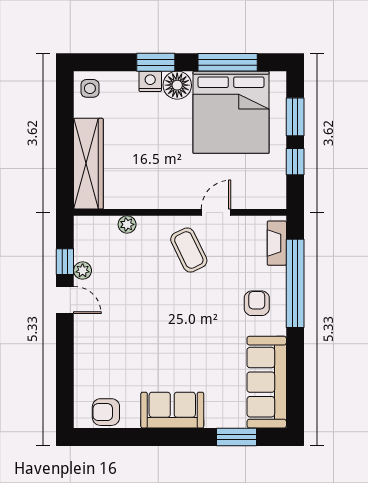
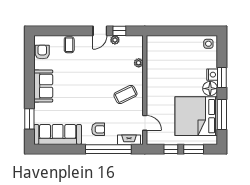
wardrobe: (88, 164) -> (170, 43), removed
door: (216, 212) -> (145, 123), moved
coffee table: (92, 360) -> (69, 45), added

